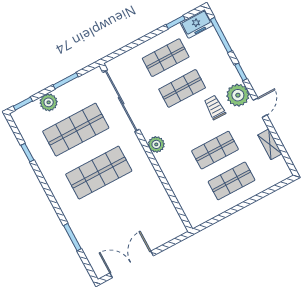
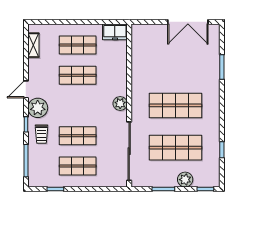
freezer: (197, 24) -> (115, 32), moved, turned 180
trolley: (215, 107) -> (42, 134), moved
shelving: (270, 144) -> (33, 45), moved

